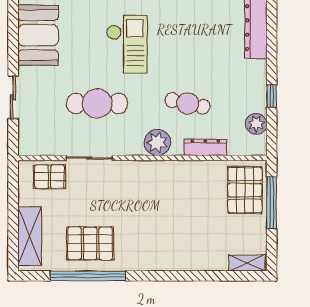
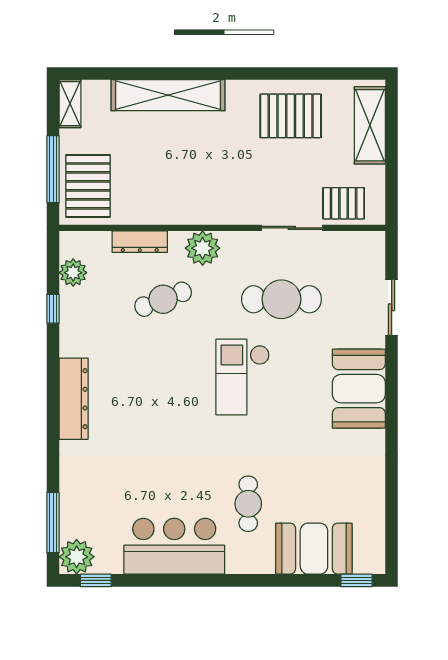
cafe table: (188, 103) -> (163, 299), turned -33
shelving: (184, 259) -> (168, 95), added
shelving: (247, 263) -> (70, 104), moved, turned 90
window: (88, 276) -> (294, 73), removed

